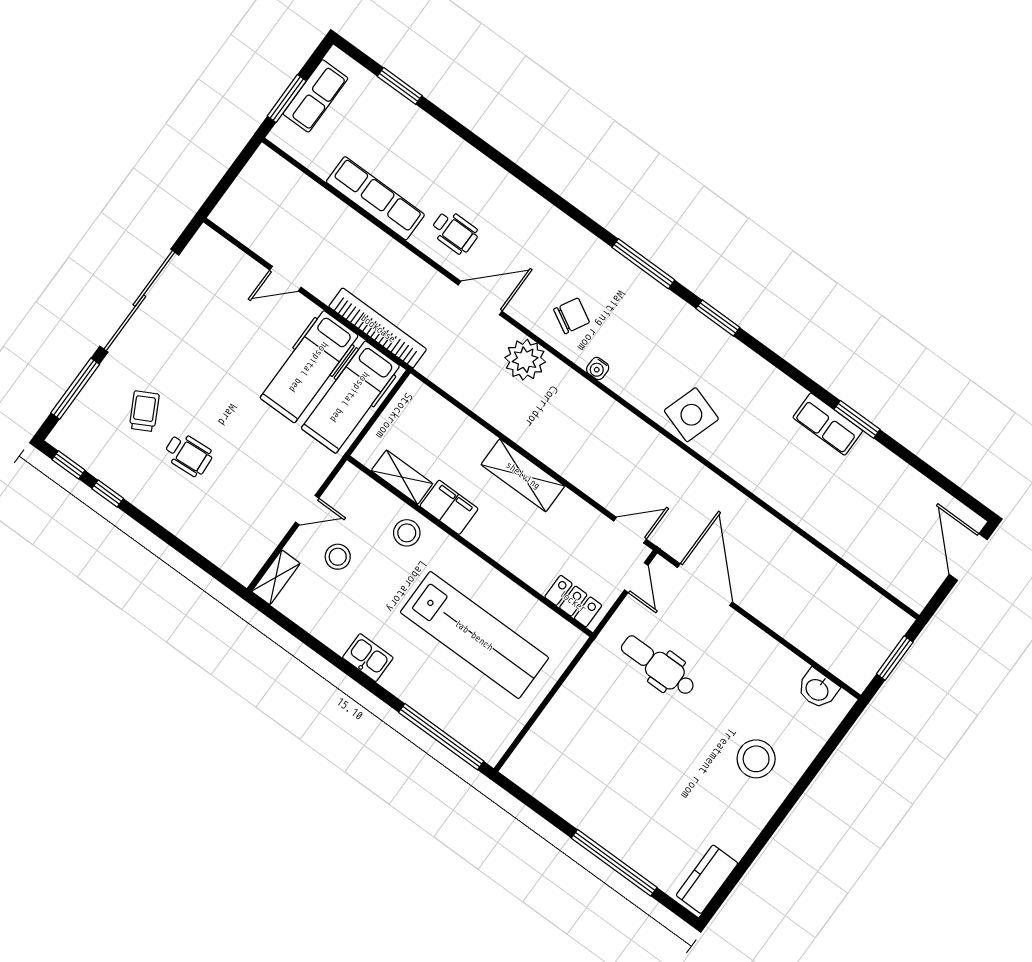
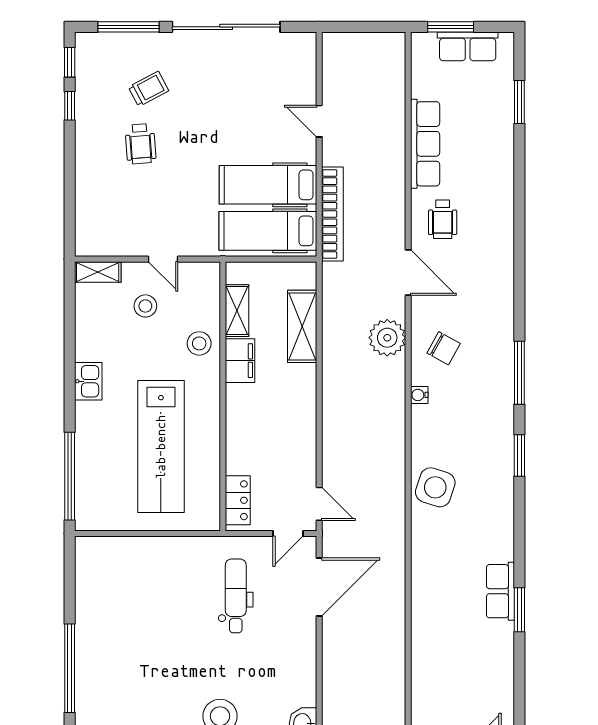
shelving: (523, 475) -> (302, 326), moved

